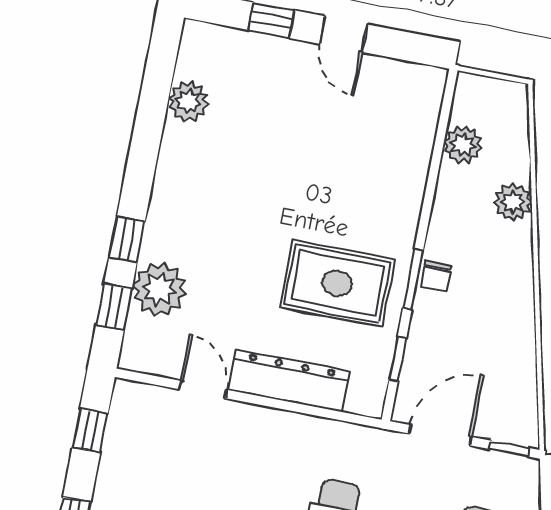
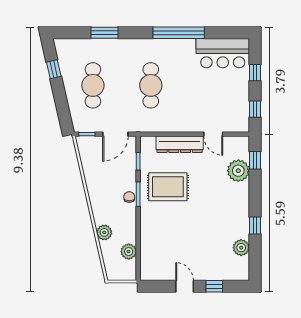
window: (127, 239) -> (255, 225), moved

